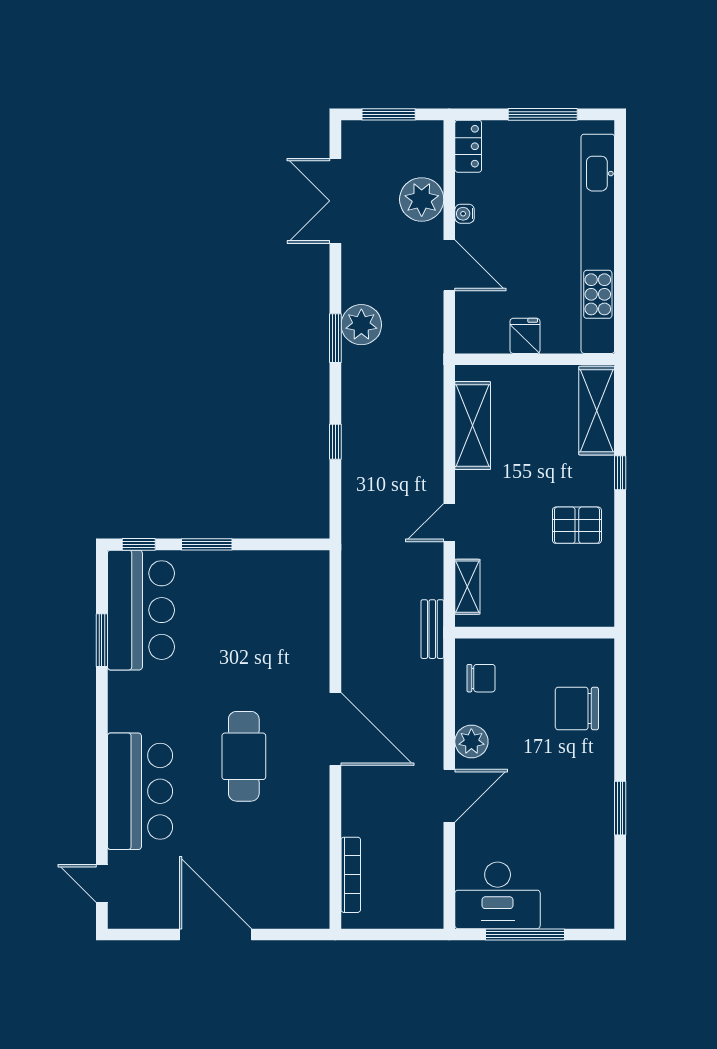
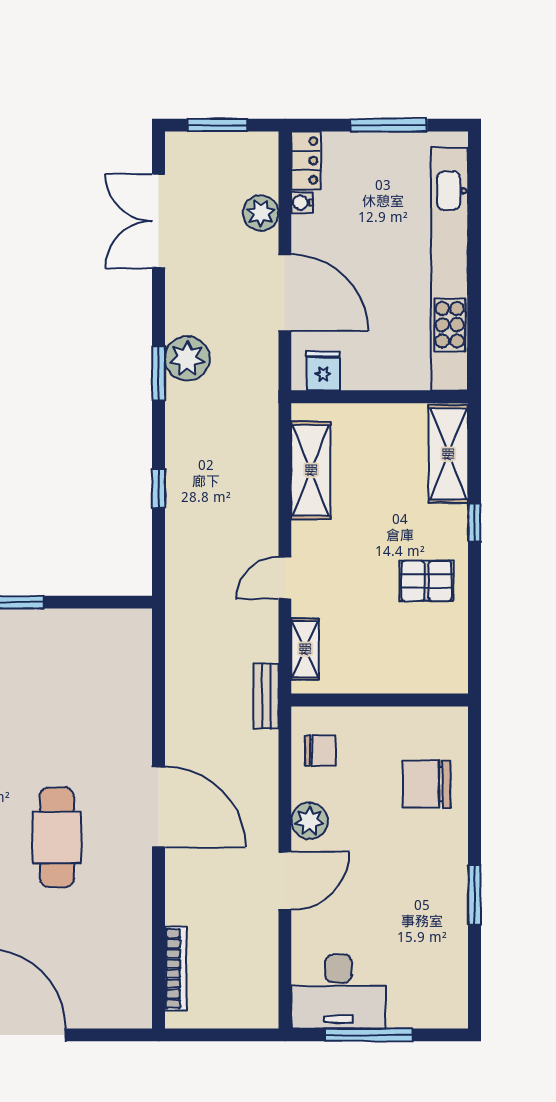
plant: (422, 199) -> (261, 213), width x0.73, depth x0.73
water cooler: (465, 214) -> (302, 203), moved
door: (449, 265) -> (285, 293), width x1.36
fridge: (525, 336) -> (323, 371), moved

